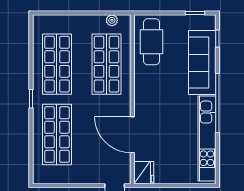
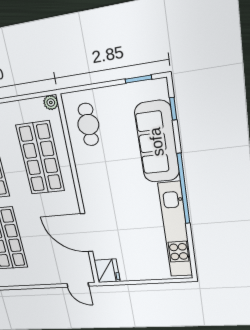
plant: (112, 20) -> (51, 102), moved
cafe table: (151, 42) -> (88, 125), width x0.73, depth x0.74

